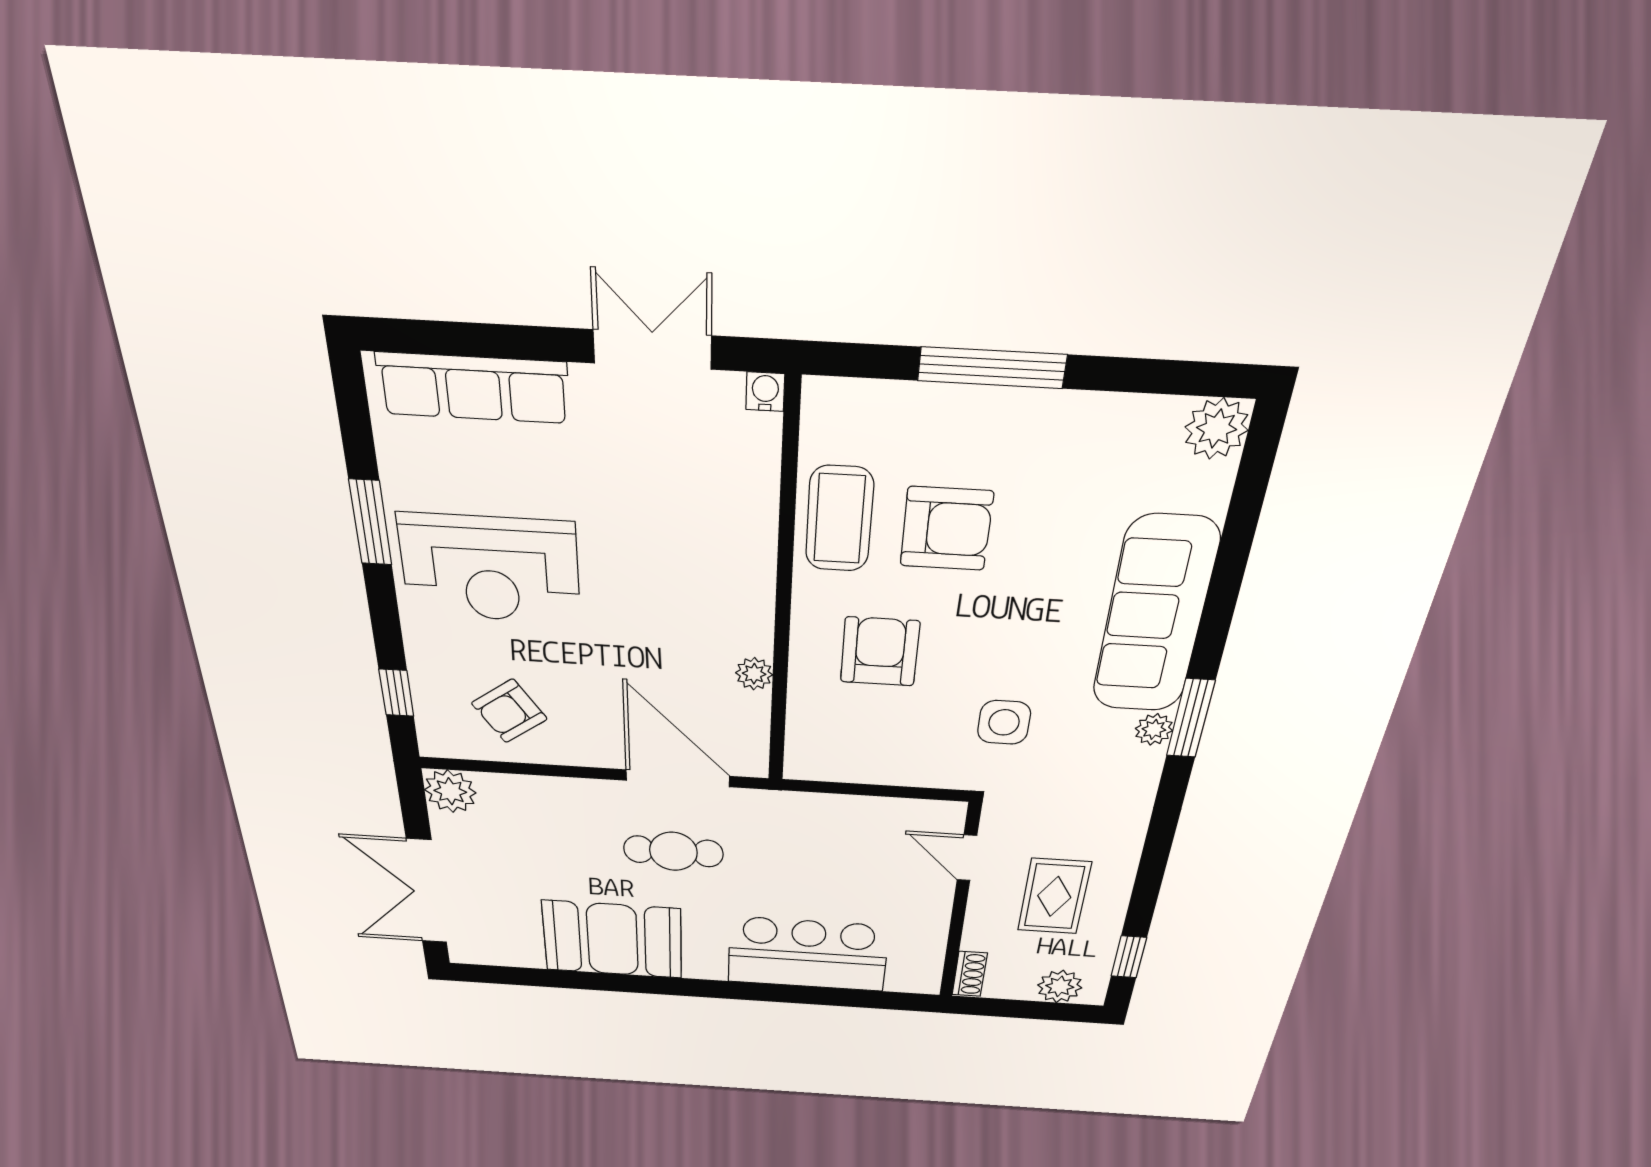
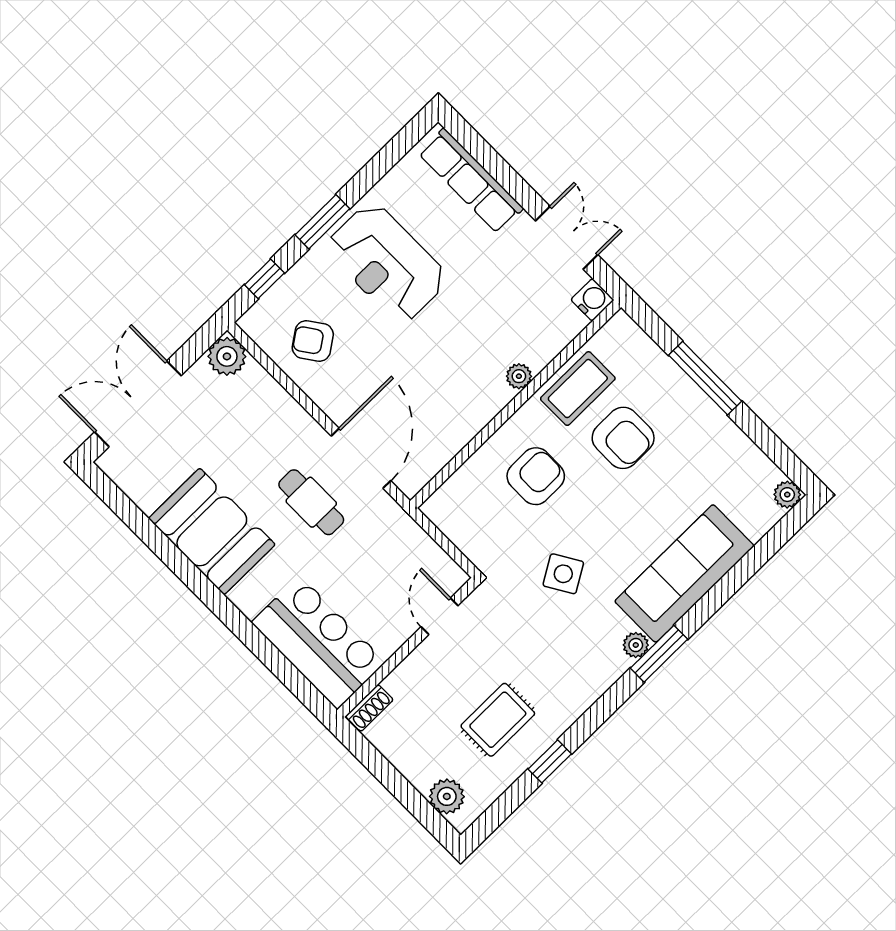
water cooler: (765, 392) -> (592, 300), width x1.38, depth x1.38
plant: (1217, 429) -> (787, 495), width x0.73, depth x0.73
window: (370, 522) -> (322, 222), moved
plant: (754, 674) -> (519, 376), moved
side table: (1004, 722) -> (563, 574), turned -31
door: (967, 858) -> (440, 616), moved
wall: (960, 904) -> (408, 647), moved
window: (1129, 957) -> (550, 761), moved
shoe rack: (970, 974) -> (369, 708), moved

